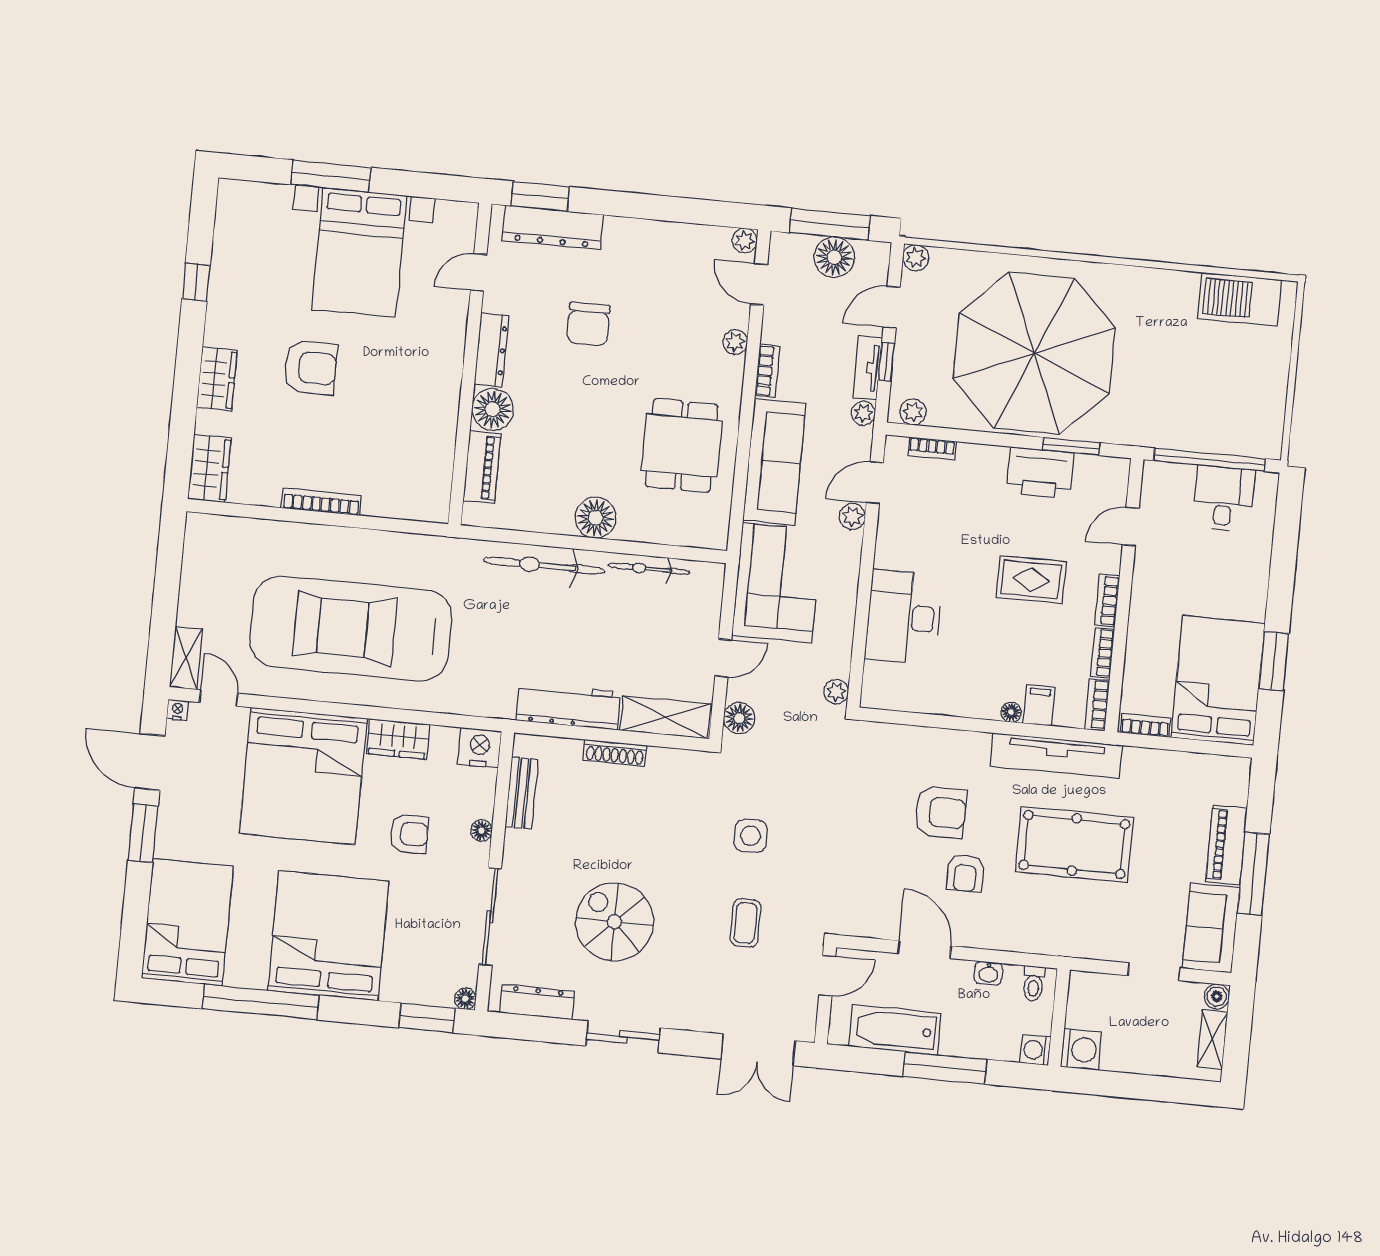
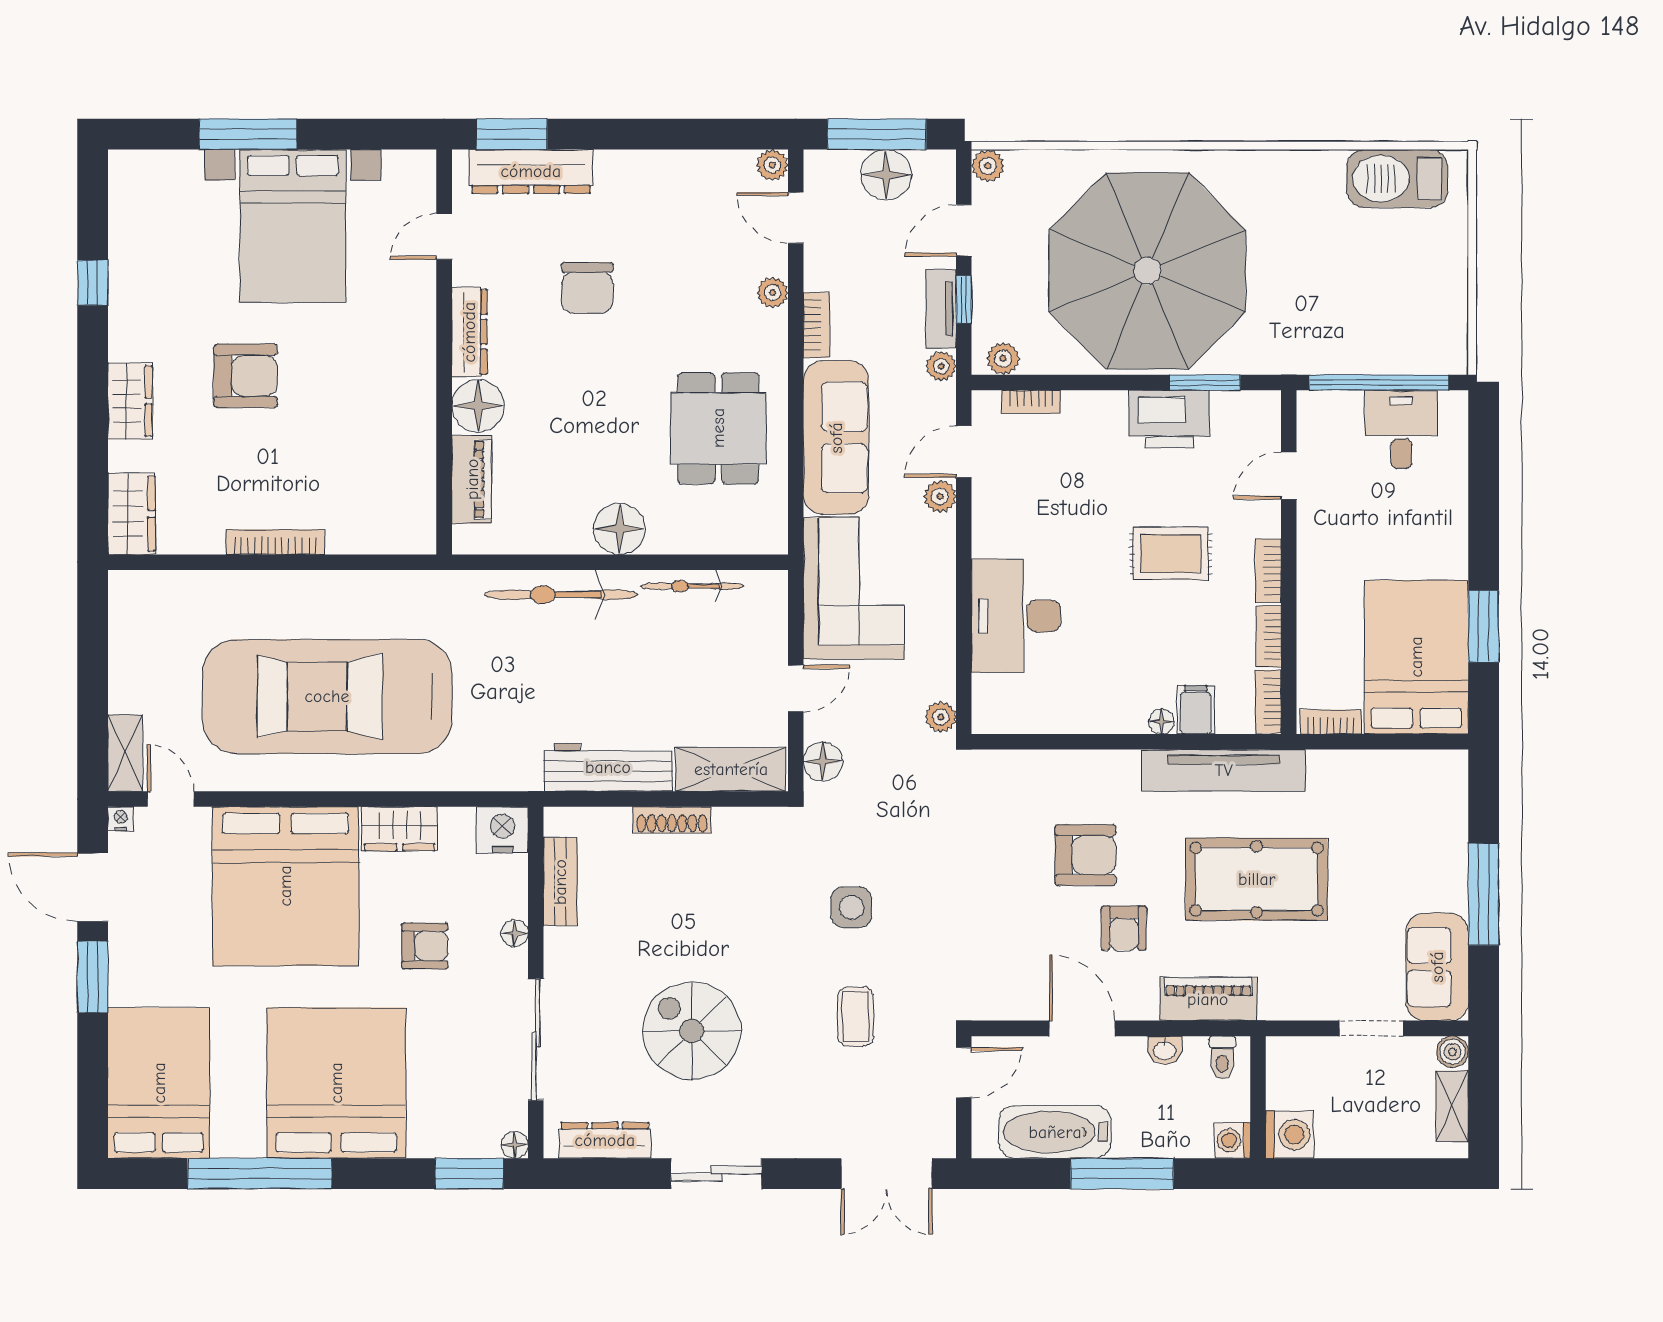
piano: (1227, 845) -> (1208, 999), moved, turned 90

